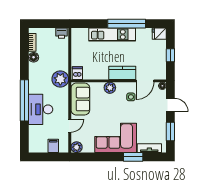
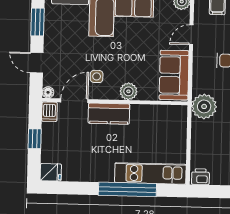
window: (127, 24) -> (127, 189), moved
kitchen unit: (112, 34) -> (150, 173), moved
dishwasher: (77, 73) -> (49, 112), moved

